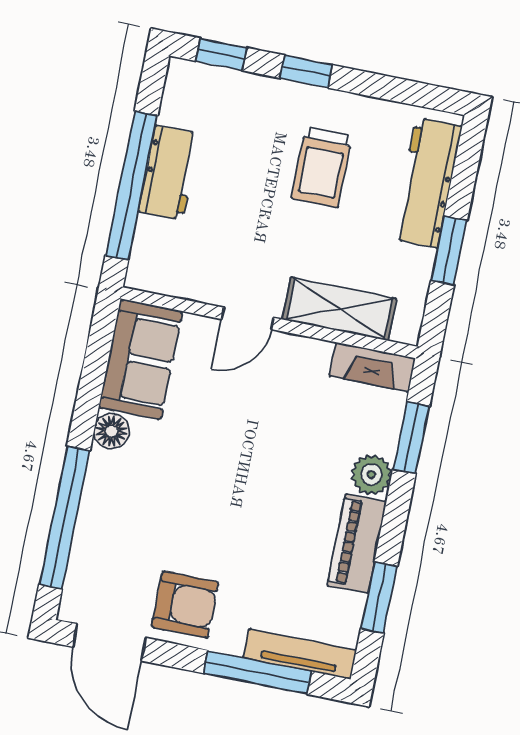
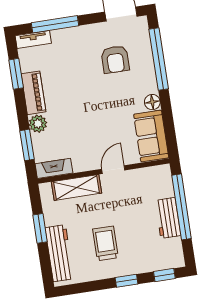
armchair: (185, 605) -> (115, 59), moved, turned -90
tv unit: (300, 654) -> (33, 39), width x0.71

